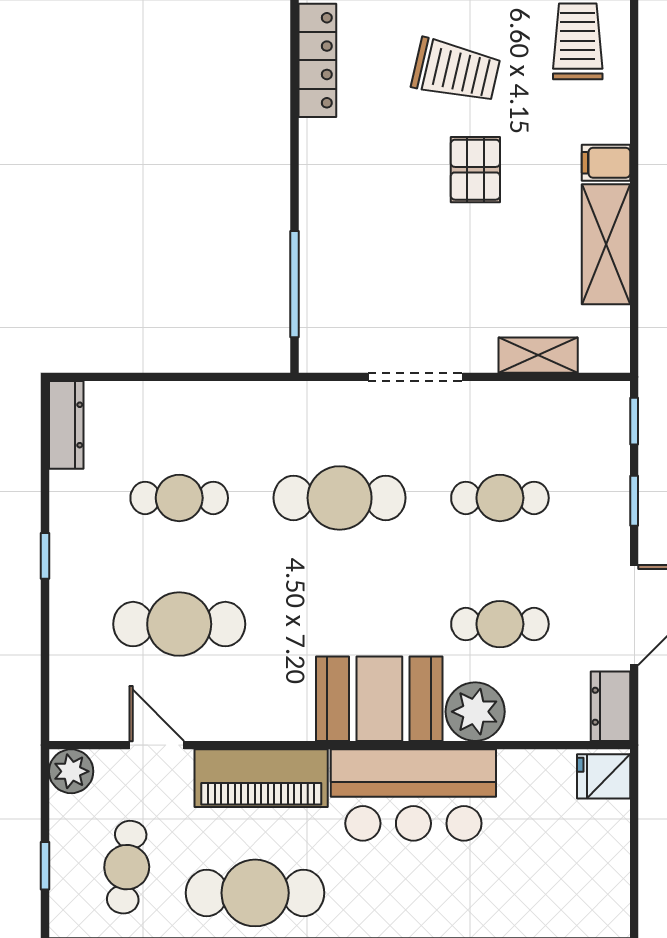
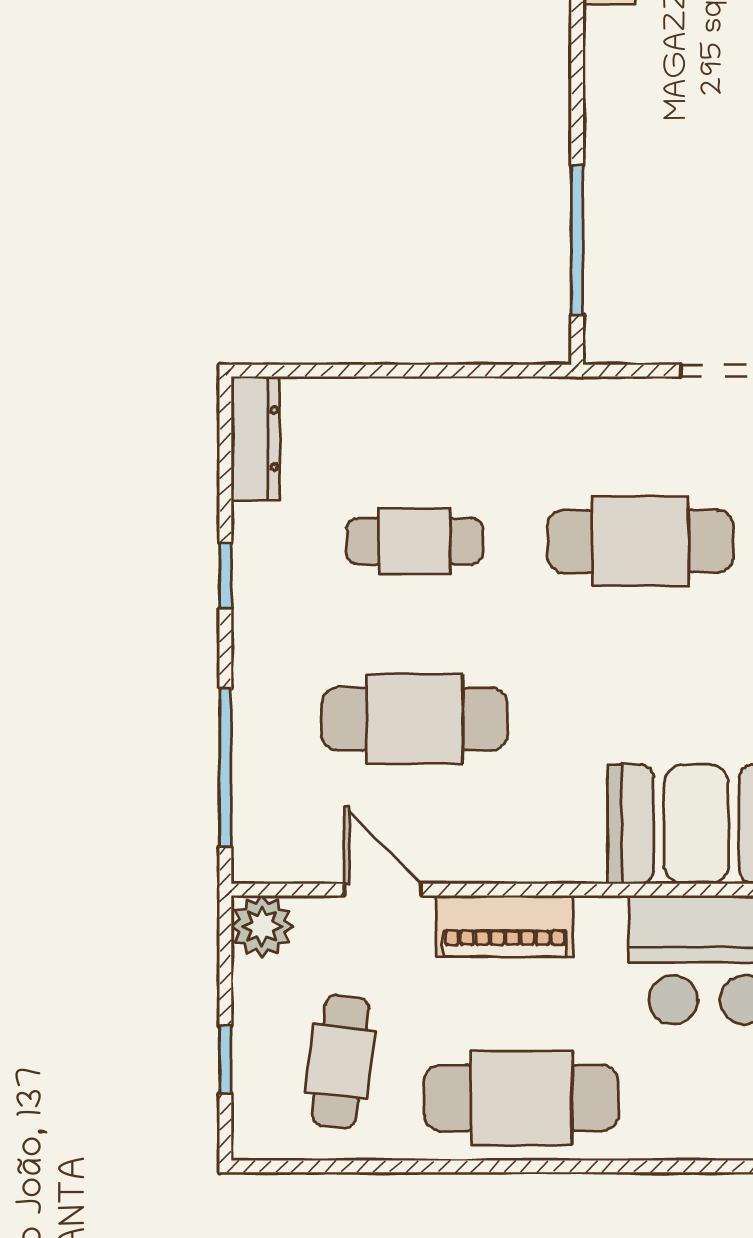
window: (45, 556) -> (225, 576), moved
window: (45, 658) -> (225, 767), added
piano: (261, 778) -> (505, 926), width x0.73, depth x0.75

